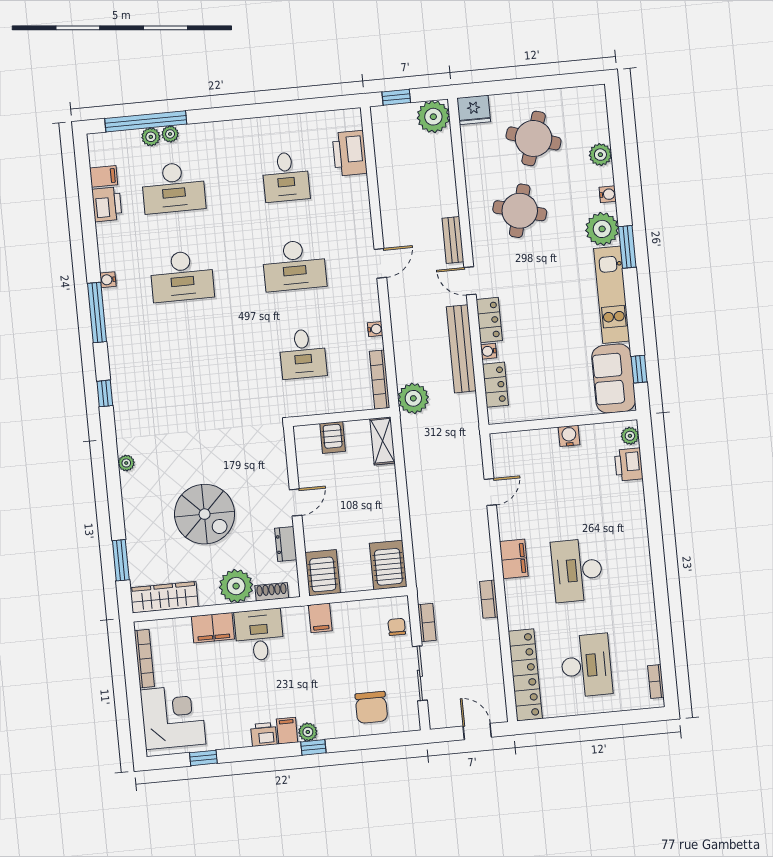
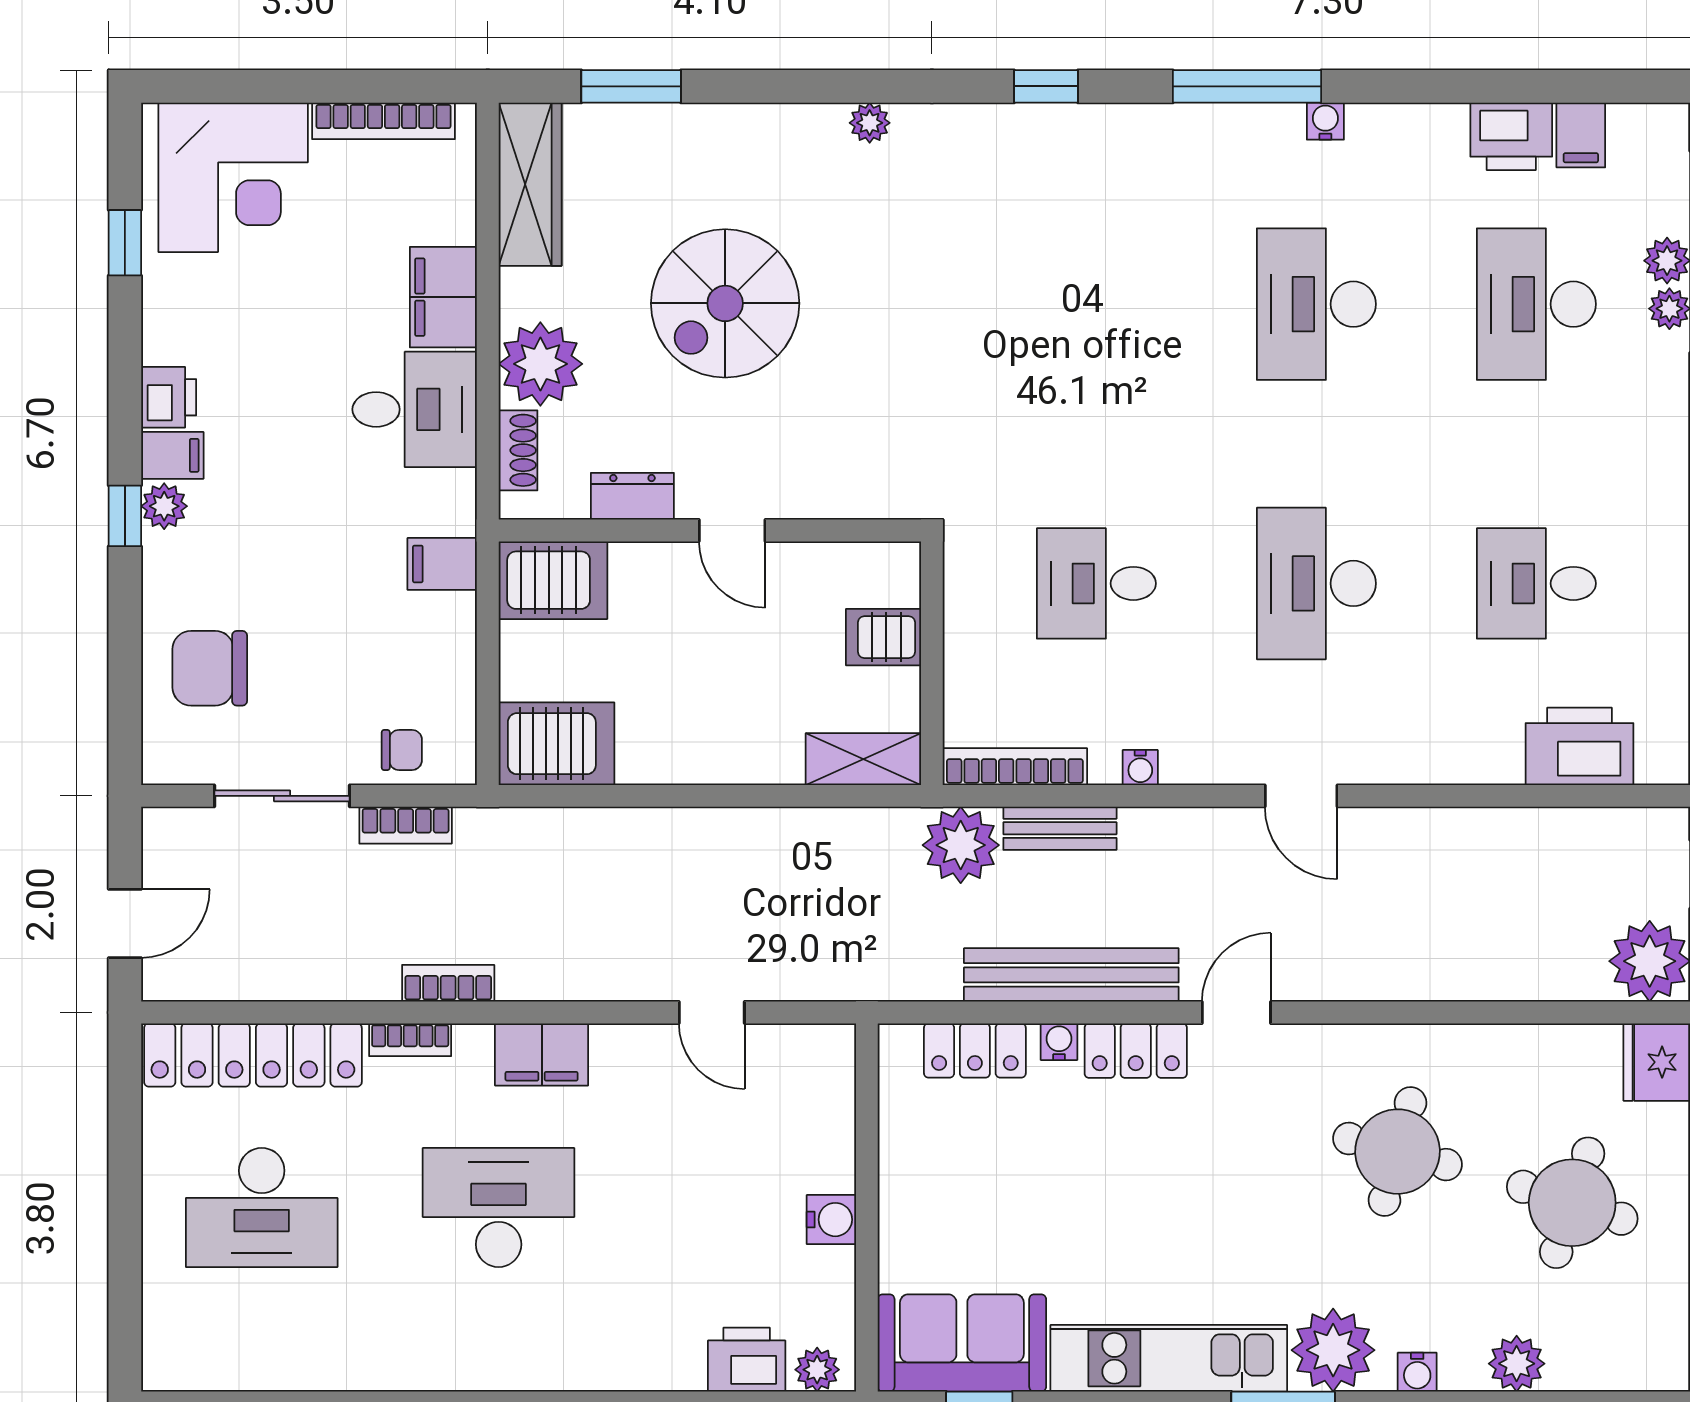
bench: (453, 240) -> (1060, 828), moved
bookcase: (656, 681) -> (410, 1040), moved, turned 180

